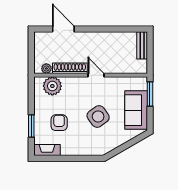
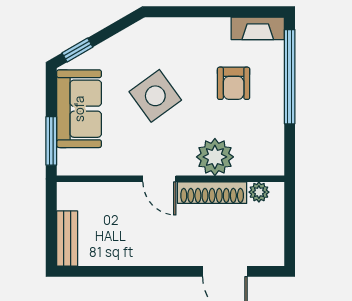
plant: (52, 86) -> (215, 157), moved
window: (31, 126) -> (290, 77), width x2.11
window: (137, 139) -> (77, 50), added

